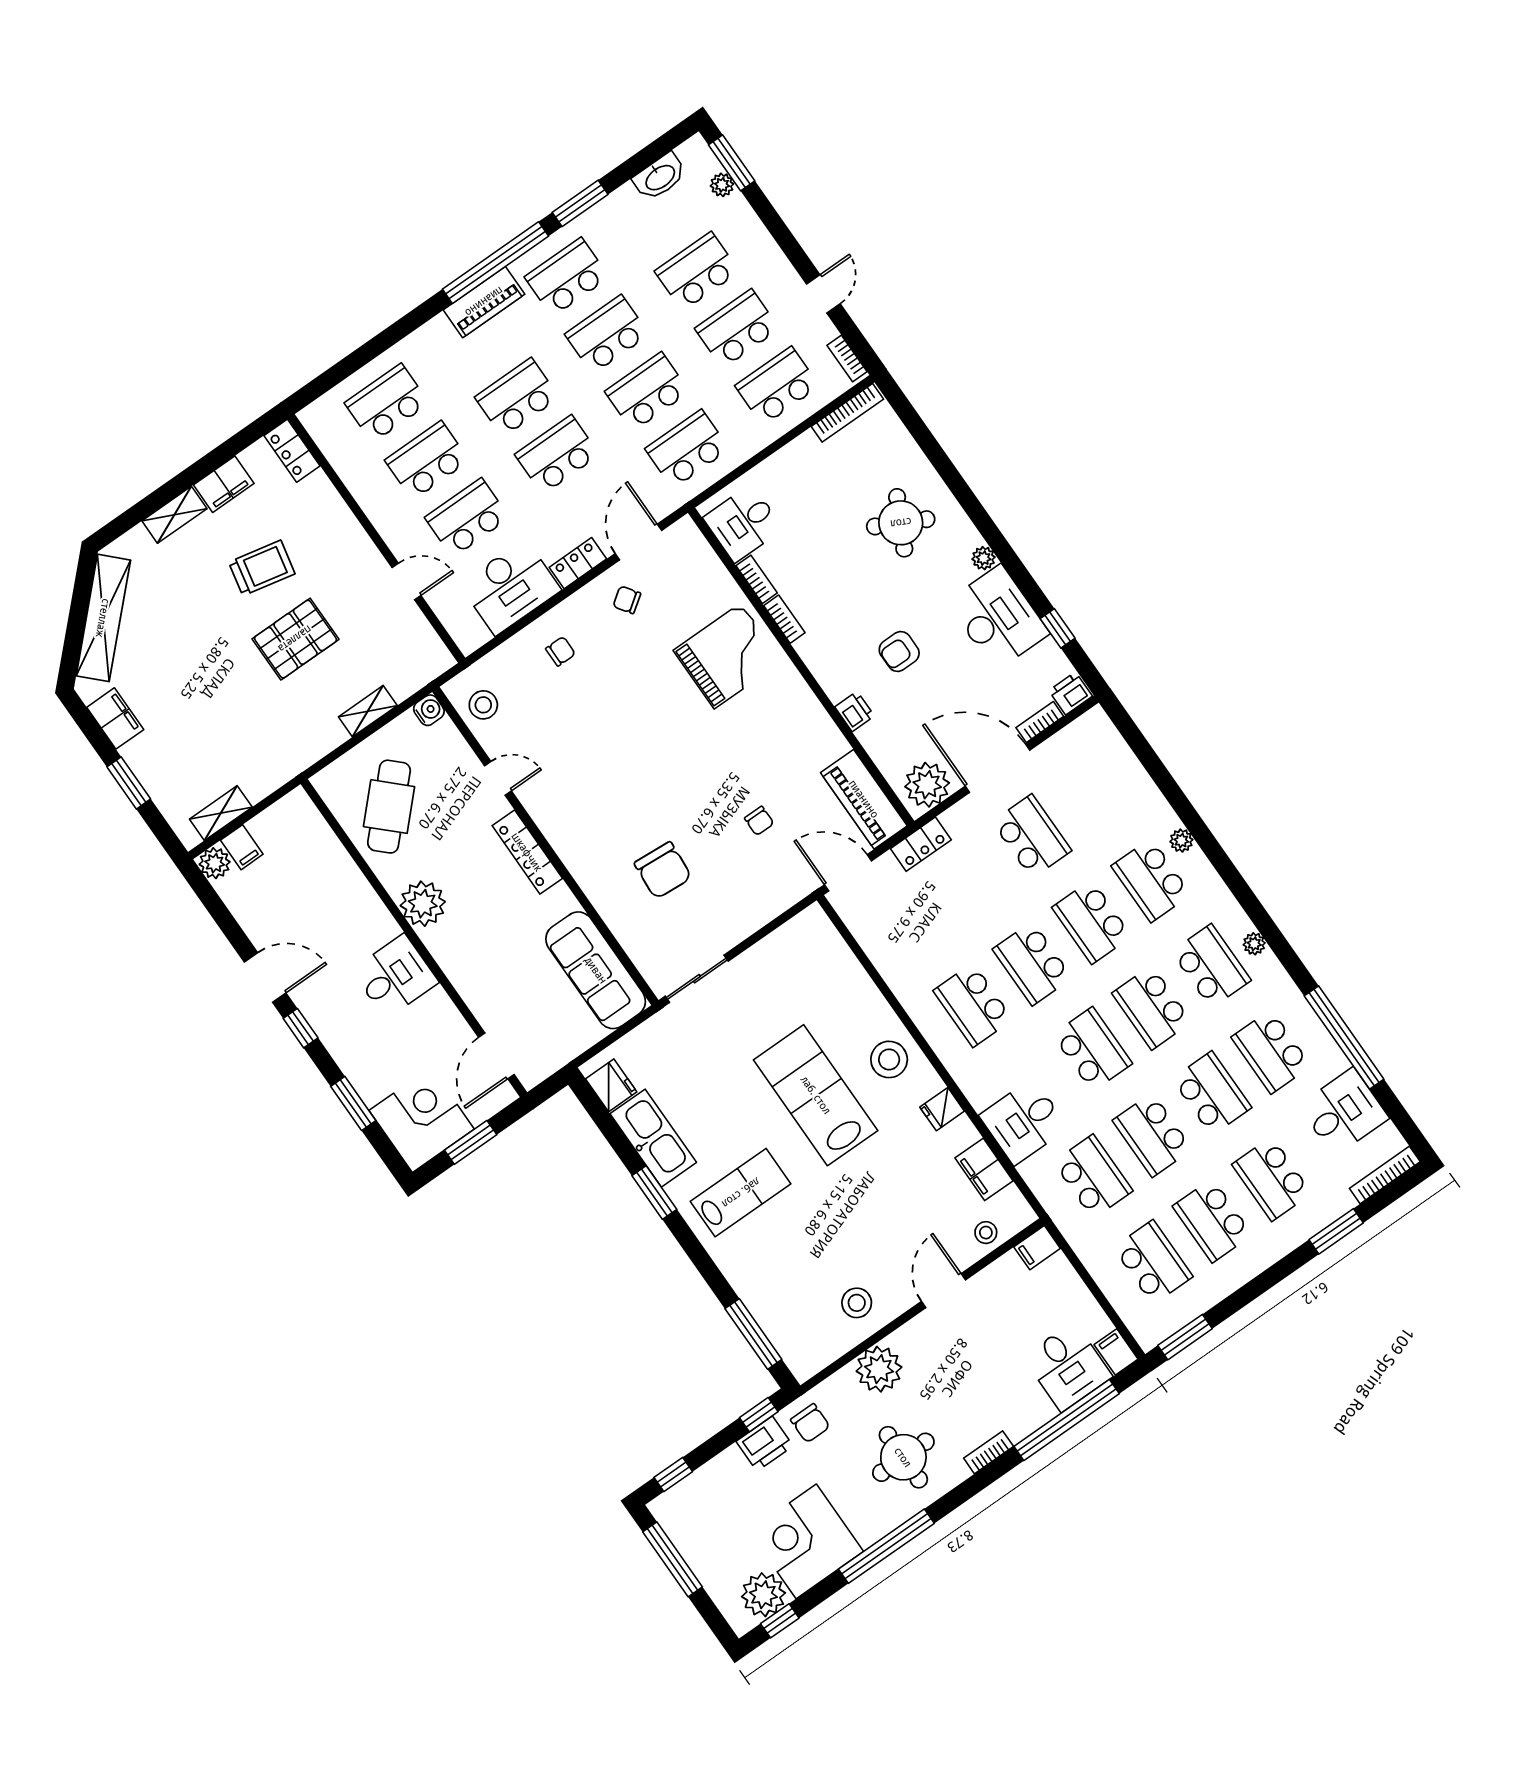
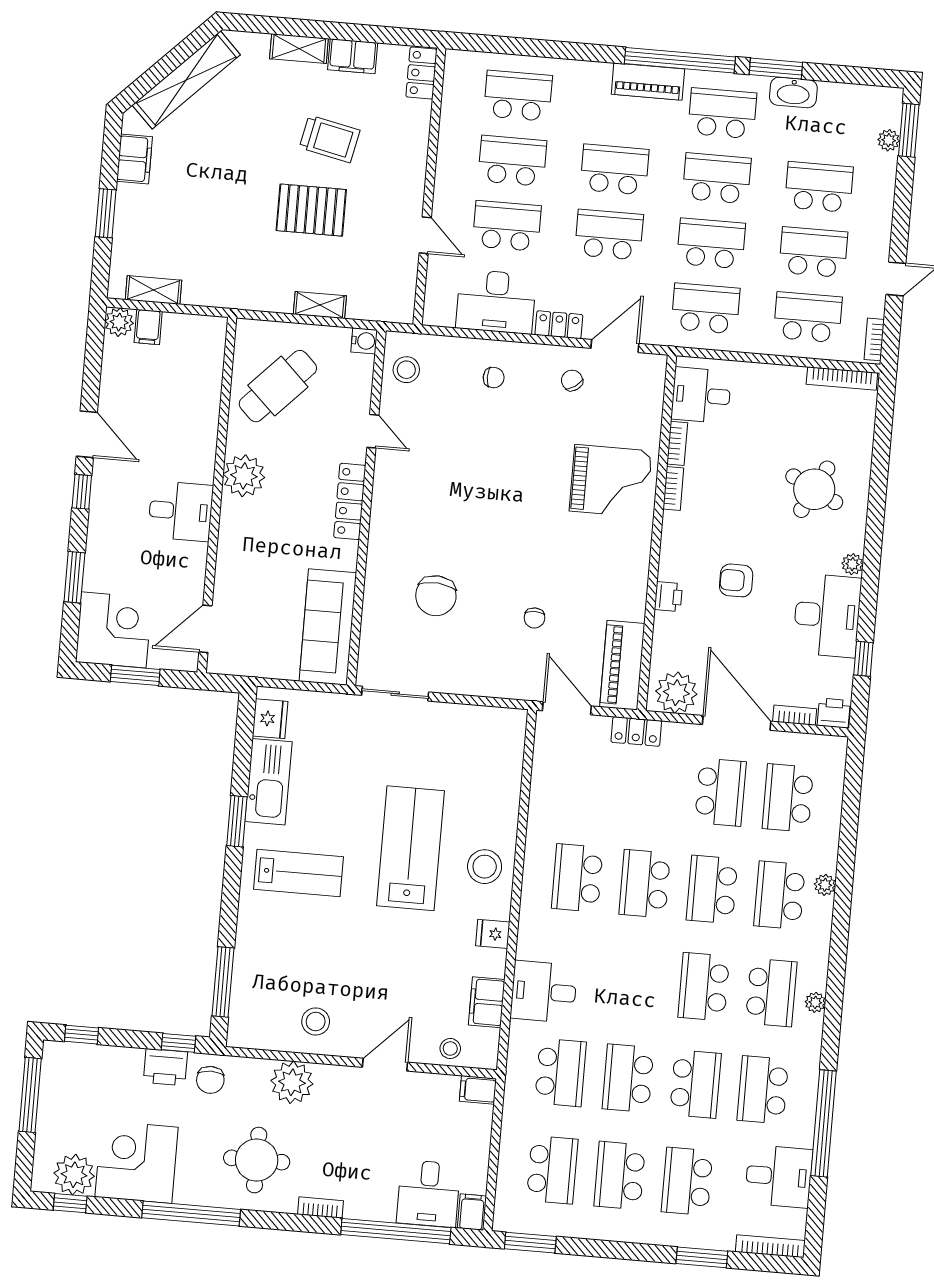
washbasin: (660, 177) -> (793, 92), moved
school desk: (1092, 1049) -> (788, 798), moved, turned 180

